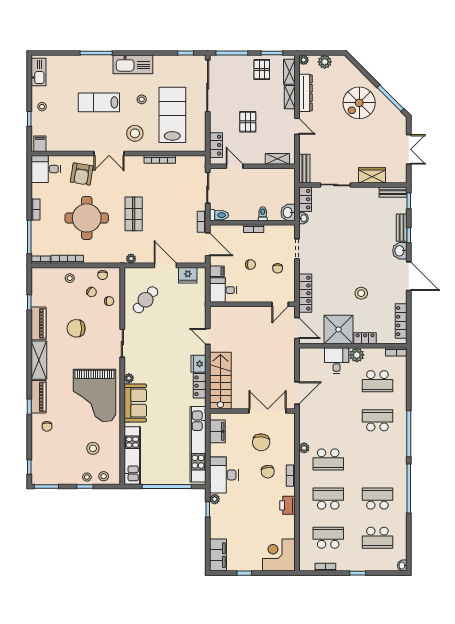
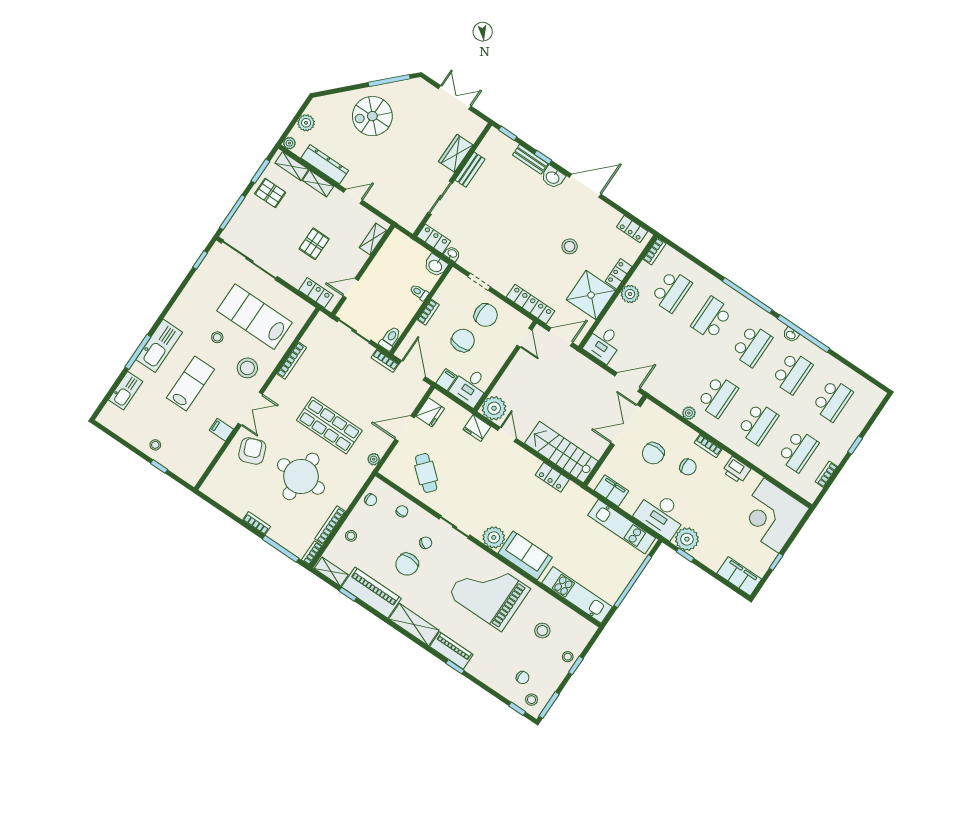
kitchen sink: (133, 64) -> (159, 346), moved
kitchen sink: (39, 72) -> (125, 391), moved, turned 90
lab bench: (99, 102) -> (190, 383), turned 180
spiral stairs: (359, 103) -> (372, 116), turned 90
pallet: (248, 122) -> (314, 244), turned 90
filing cabinet: (40, 144) -> (221, 430), moved
desk: (46, 169) -> (222, 484), removed
bench: (304, 169) -> (402, 218), removed
armchair: (82, 174) -> (252, 451), turned -120
bench: (393, 192) -> (470, 170), moved
shop shelf: (134, 214) -> (329, 425), width x1.43, depth x1.36
door: (208, 244) -> (412, 370), hinge flipped
chair: (250, 265) -> (463, 340), width x1.87, depth x1.87
chair: (278, 268) -> (486, 315), width x1.87, depth x1.87
shelving: (37, 281) -> (331, 572), added
chair: (92, 292) -> (426, 543), moved
plant: (219, 316) -> (494, 408), added
locker: (401, 321) -> (632, 229), width x0.66
piano: (39, 323) -> (371, 593), width x1.37, depth x1.33
door: (208, 336) -> (507, 434), swing flipped
desk: (337, 361) -> (603, 344), moved, turned -90
fridge: (198, 364) -> (477, 428), moved
plant: (129, 378) -> (494, 537), width x1.87, depth x1.87
door: (297, 393) -> (627, 382), hinge flipped
grand piano: (95, 396) -> (489, 592), turned 180
chair: (47, 426) -> (523, 677), moved
chair: (261, 442) -> (653, 453), turned 85
kitchen unit: (198, 444) -> (622, 527), width x0.73
school desk: (377, 459) -> (752, 346), added
stool: (104, 476) -> (532, 700), moved
plant: (215, 499) -> (687, 539), width x1.88, depth x1.88
school desk: (328, 499) -> (758, 423), turned 180
school desk: (377, 499) -> (792, 373), turned 180
school desk: (328, 538) -> (798, 451), turned 180
corner desk: (279, 555) -> (771, 516), width x1.36, depth x1.36
washbasin: (402, 566) -> (791, 335), moved

